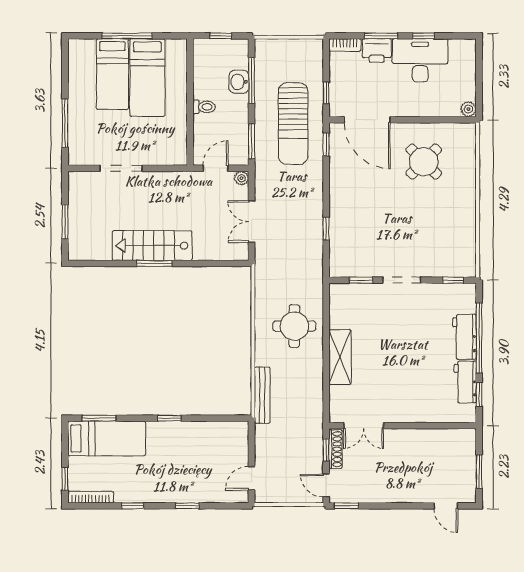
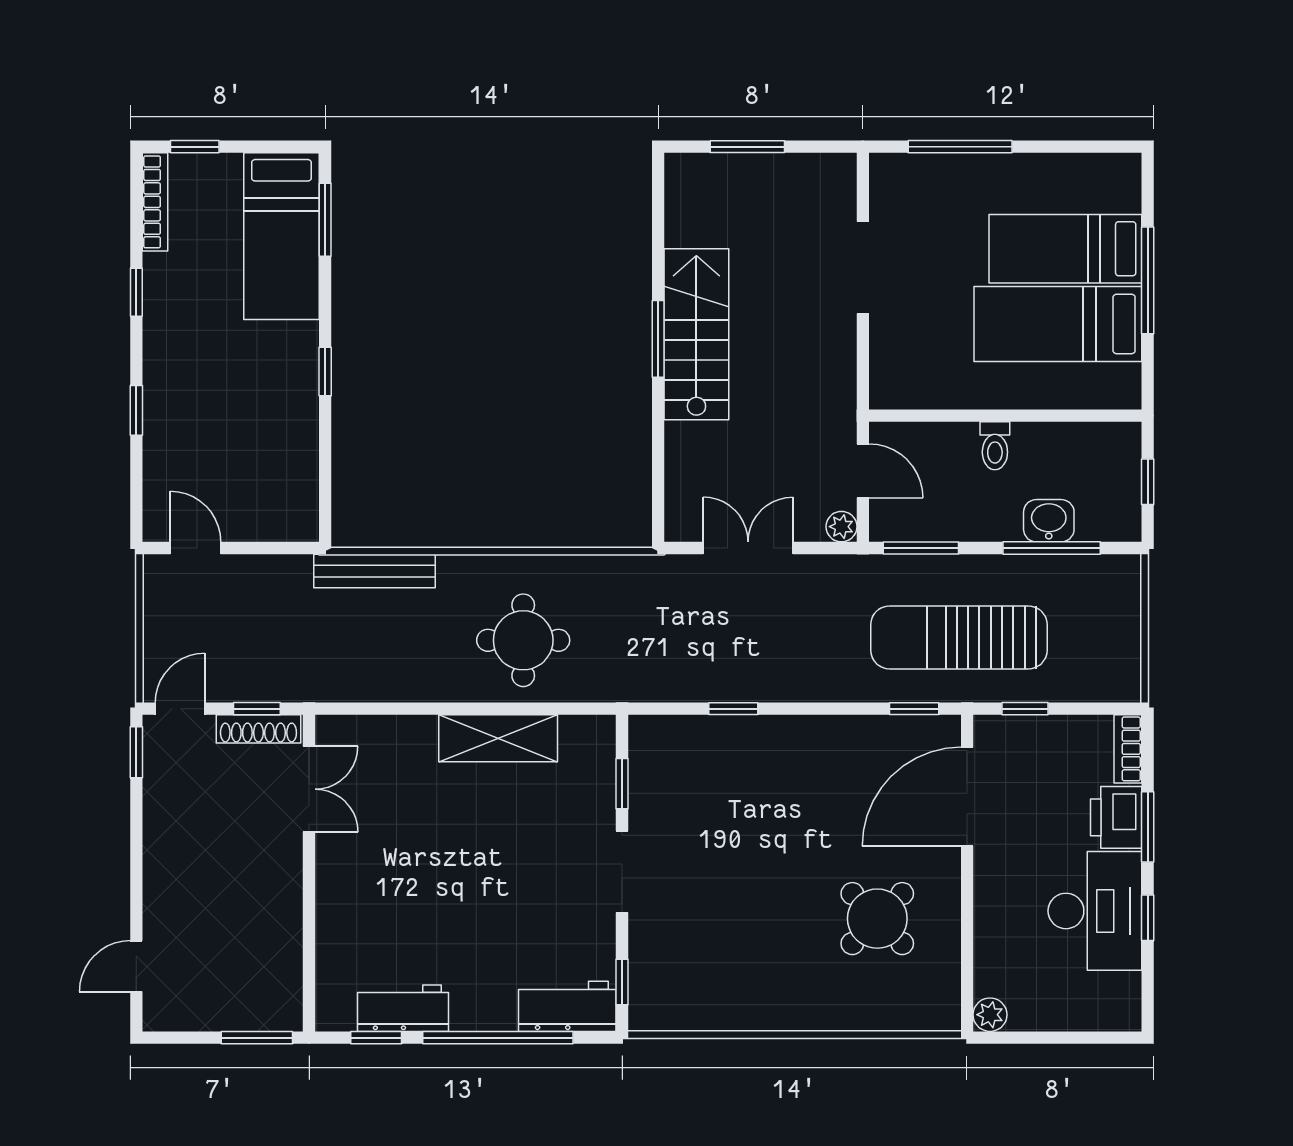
workbench: (465, 337) -> (567, 1006), moved
shelving: (340, 357) -> (498, 738), moved
double door: (364, 426) -> (309, 789), swing flipped
window: (479, 472) -> (257, 1038), moved

